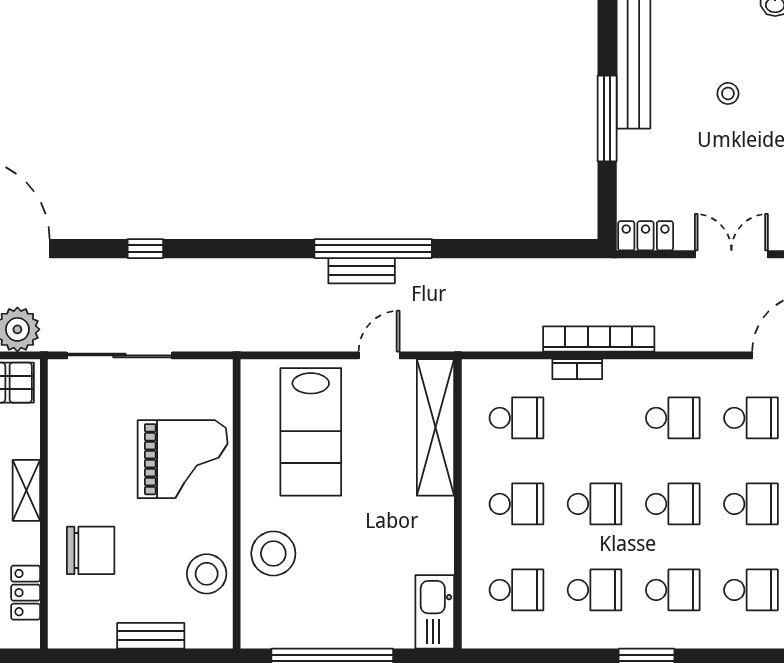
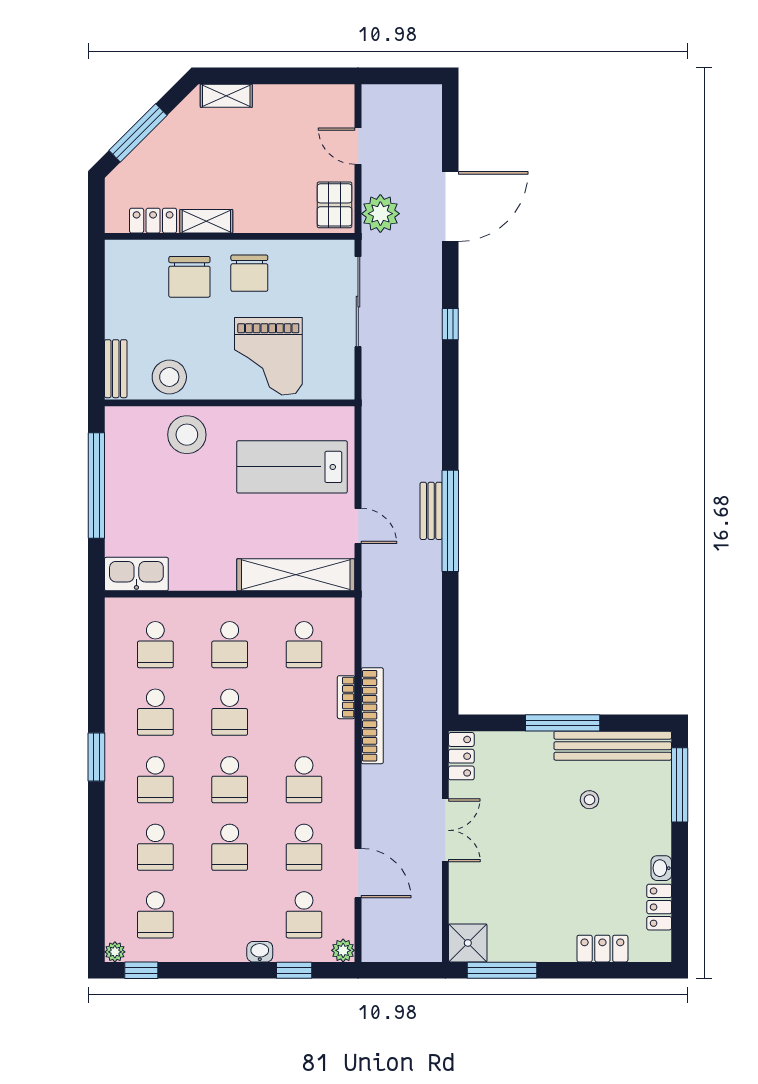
stool: (728, 93) -> (590, 800), moved
chair: (86, 481) -> (249, 273), added
shelving: (26, 490) -> (206, 221), moved
bench: (151, 636) -> (116, 369), moved

